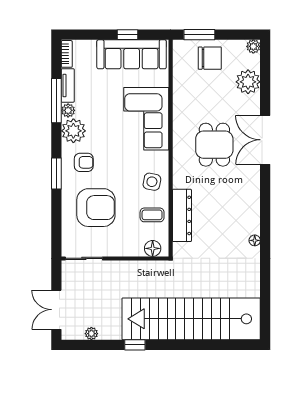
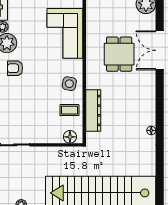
armchair: (84, 162) -> (15, 68), turned 180
armchair: (96, 208) -> (25, 104), removed

